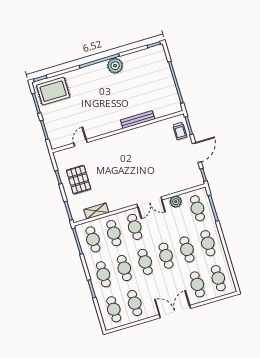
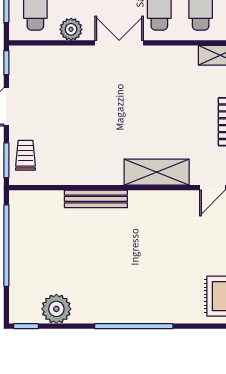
plant: (115, 66) -> (56, 309), moved
shelving: (111, 142) -> (157, 172), added

